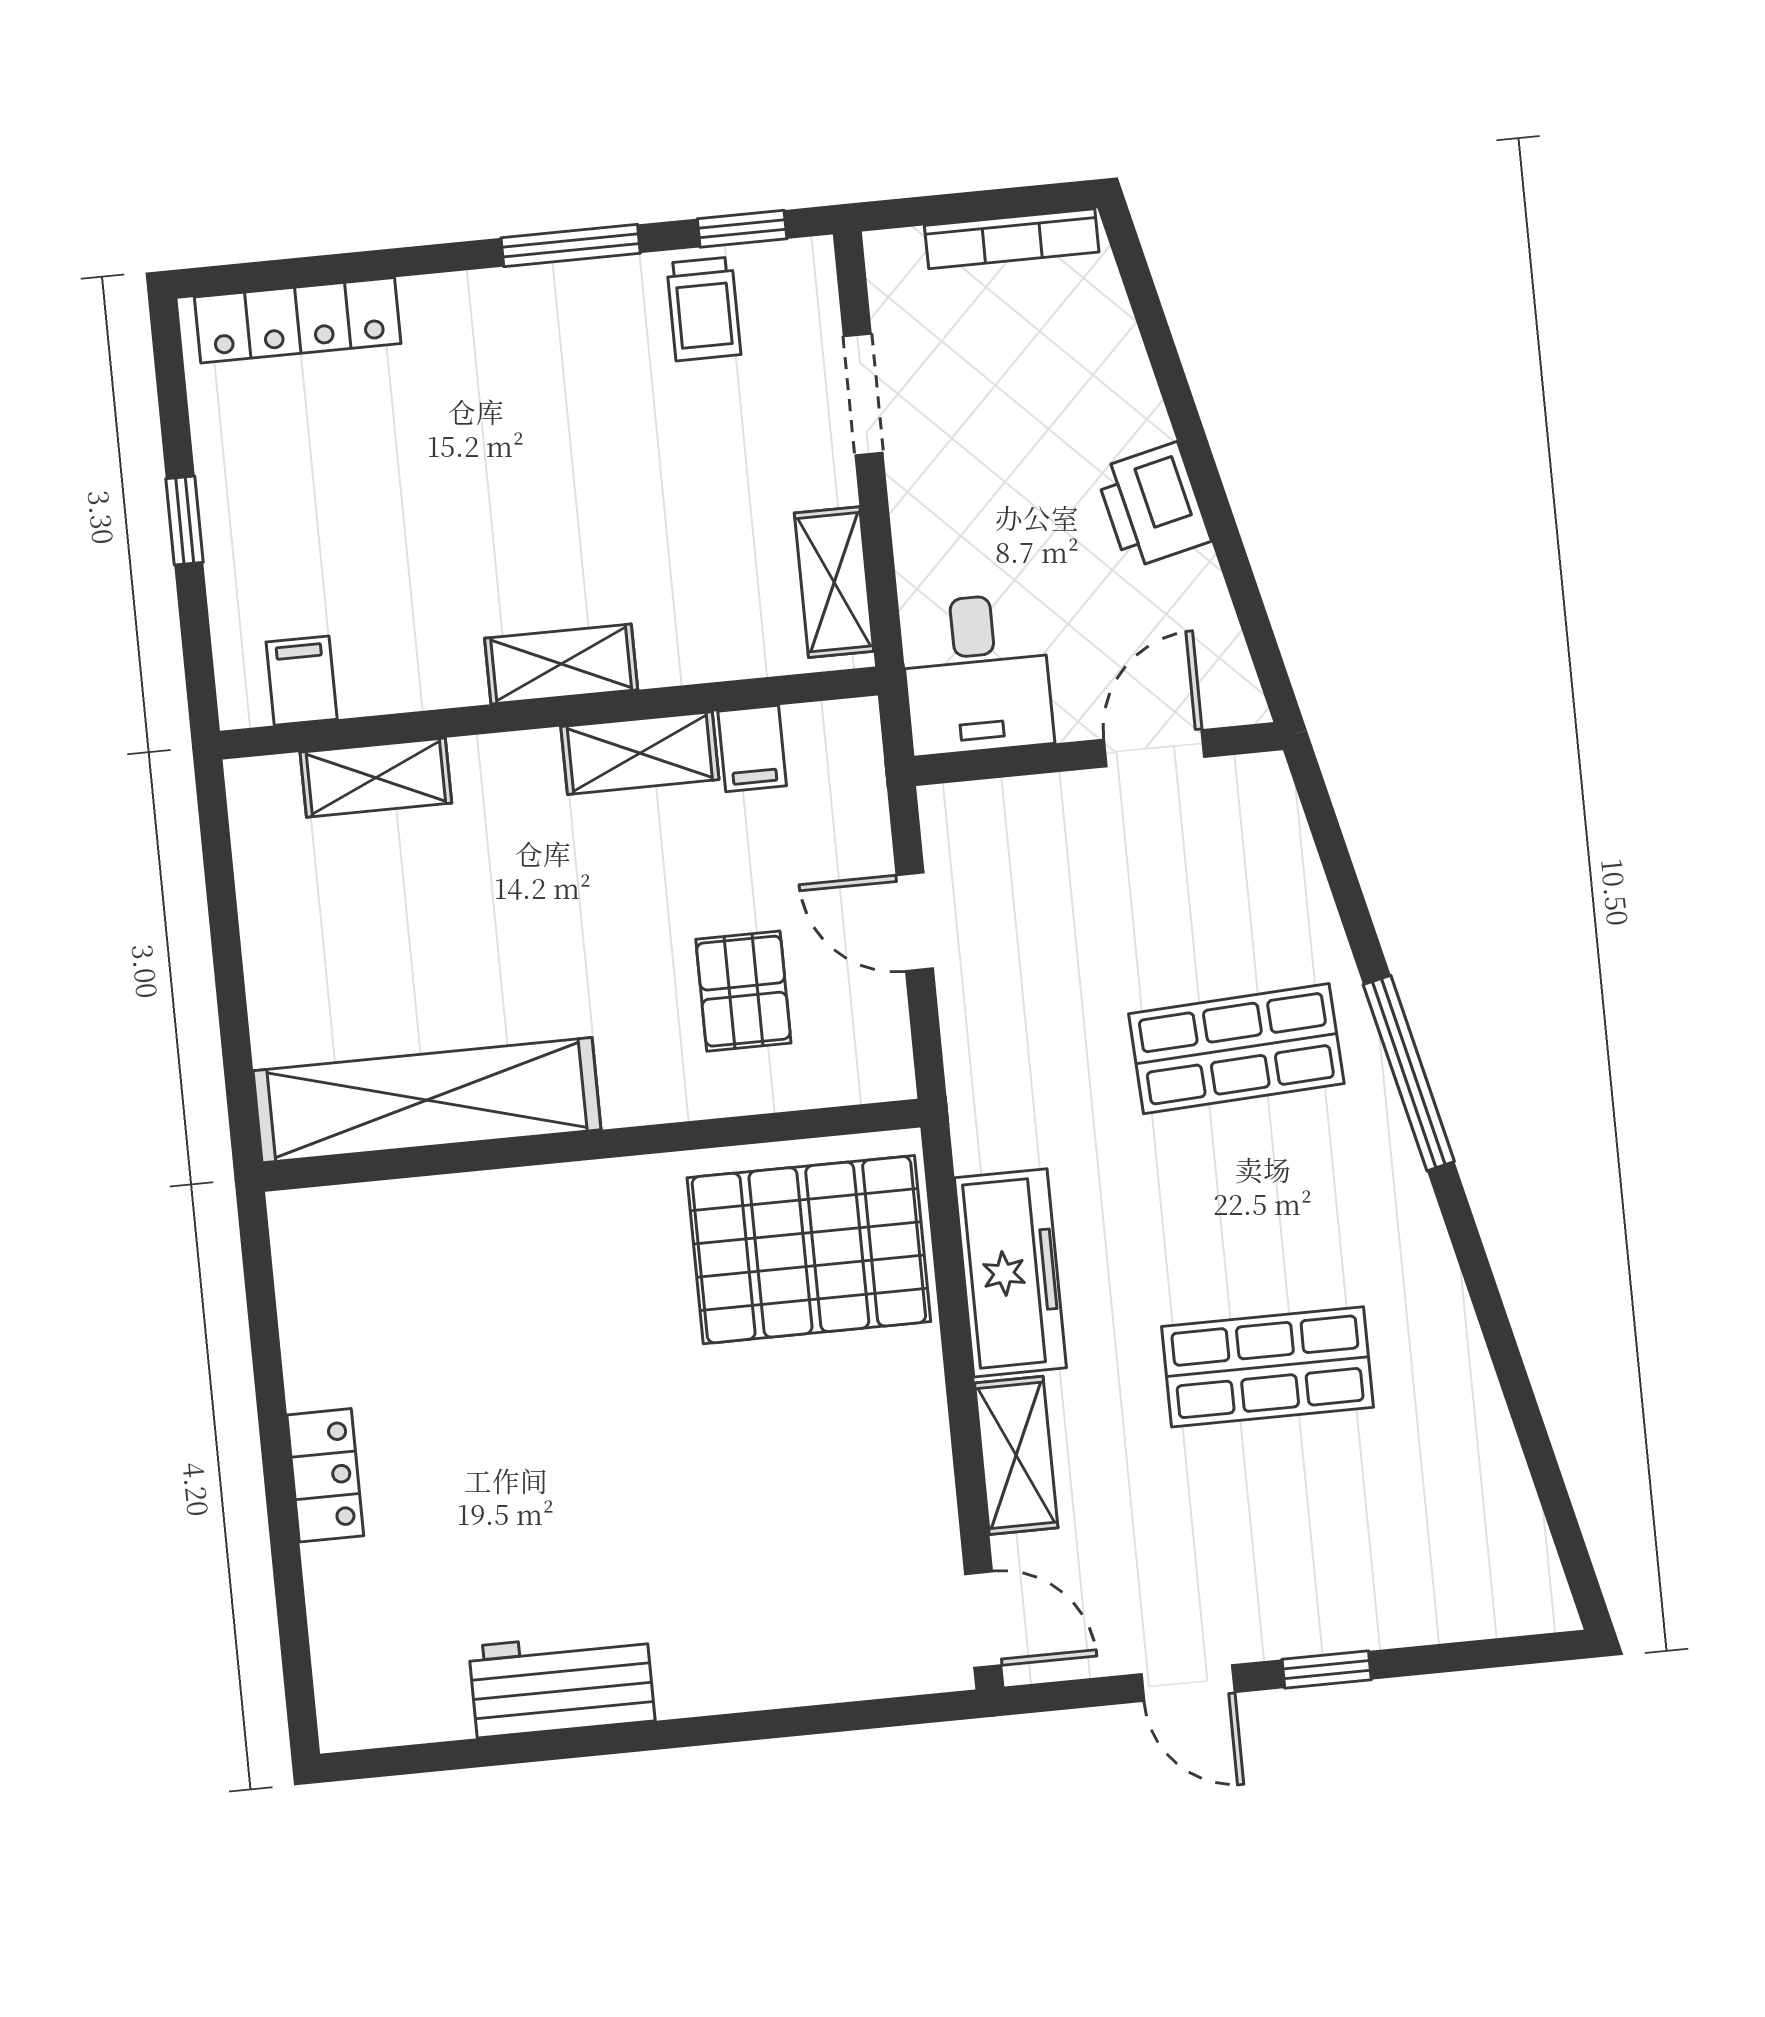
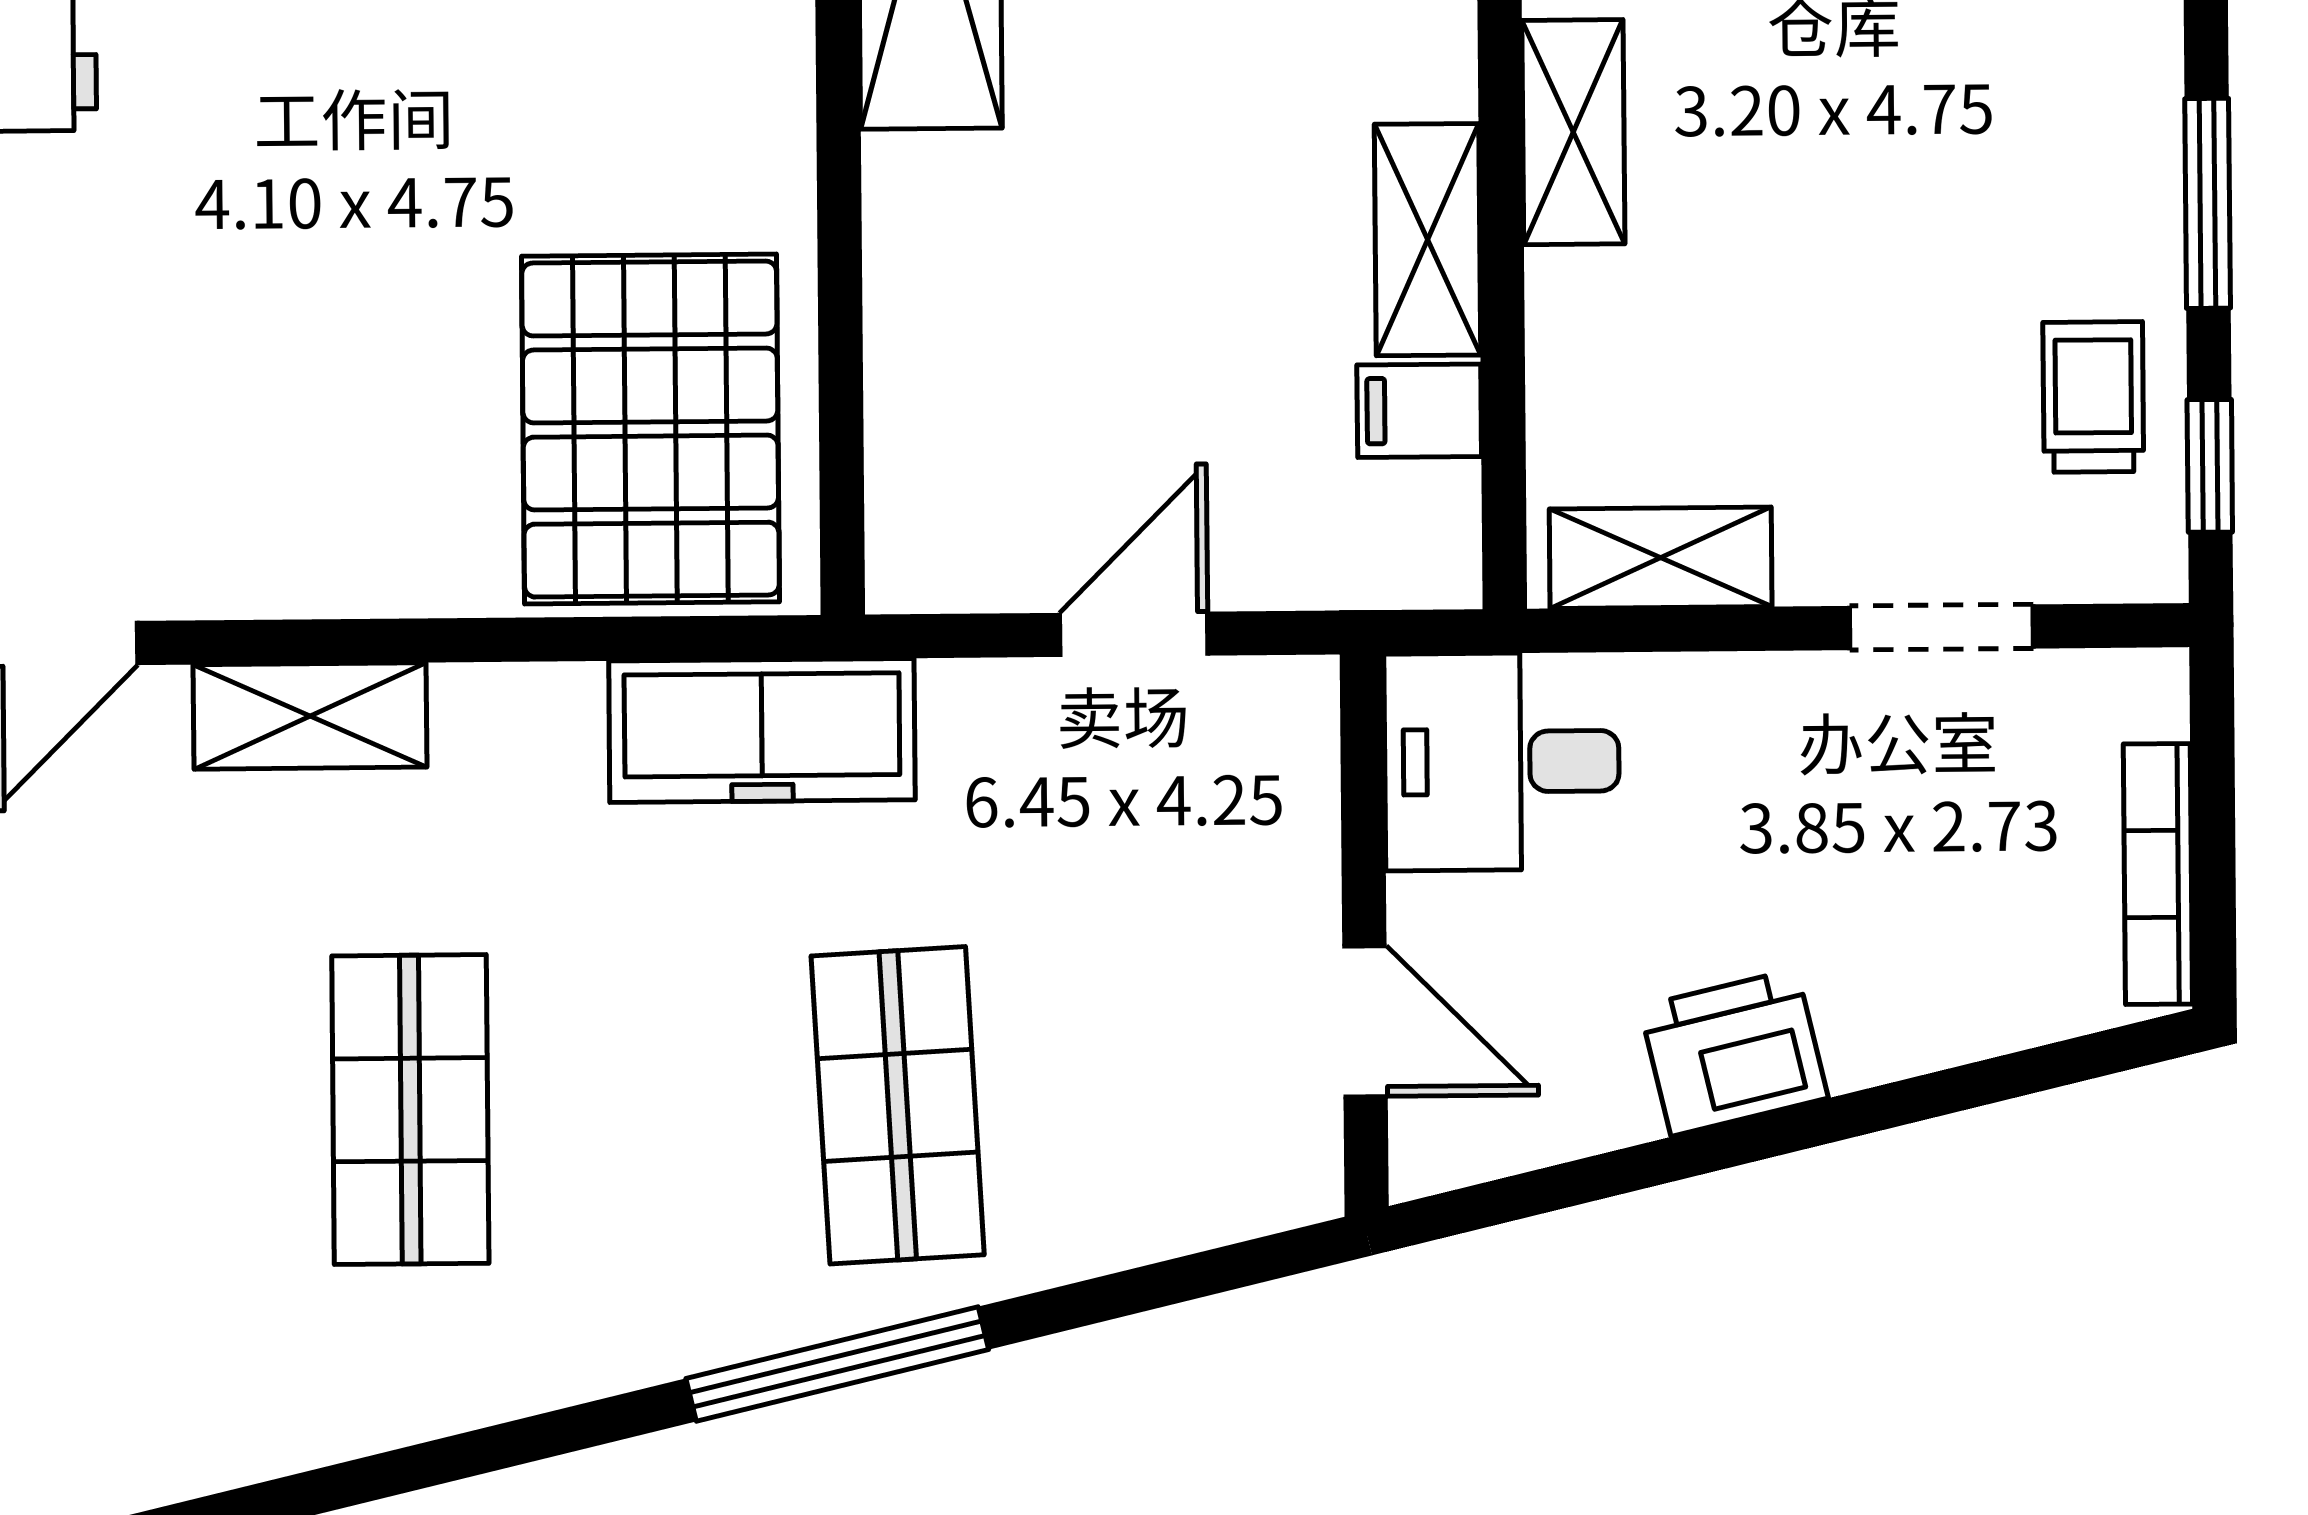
trolley: (704, 309) -> (2093, 397), turned 90
pallet: (743, 991) -> (1052, 365), removed
freezer: (1010, 1273) -> (762, 730), moved

